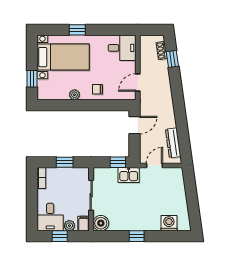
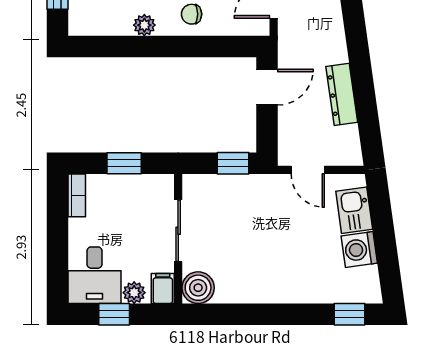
dresser: (173, 143) -> (342, 94), moved
door: (154, 165) -> (308, 170), swing flipped
kitchen sink: (129, 175) -> (354, 210), moved, turned 82
washing machine: (169, 223) -> (359, 250), moved, turned -98
window: (137, 236) -> (349, 314), moved

